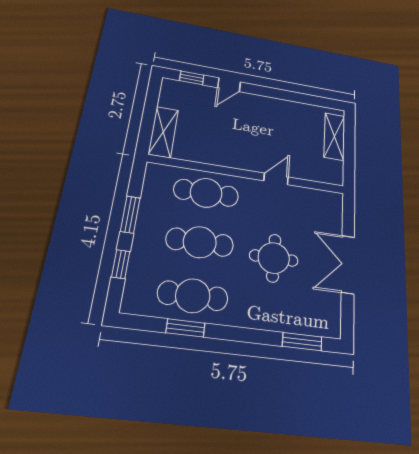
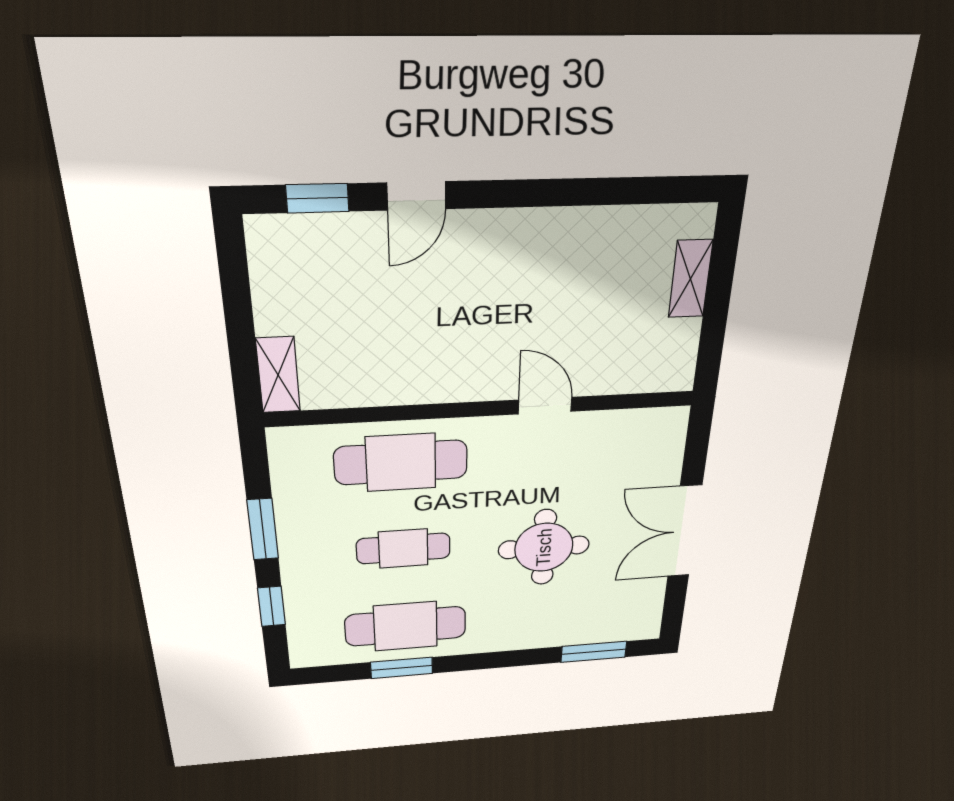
shelving: (163, 132) -> (278, 375), width x0.67, depth x0.75
shelving: (334, 136) -> (690, 279), width x0.67, depth x0.75
door: (276, 179) -> (545, 406), hinge flipped
cafe table: (200, 242) -> (403, 548), width x0.73, depth x0.74

